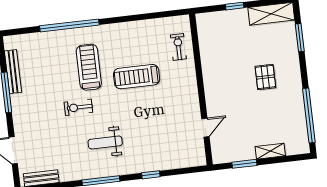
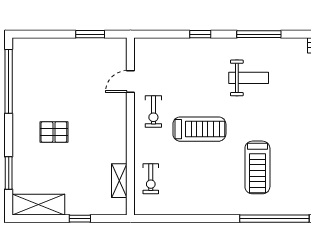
treadmill: (137, 77) -> (199, 129), moved
pallet: (265, 77) -> (54, 132), turned 90
exercise bike: (78, 107) -> (153, 112), moved, turned 90
shelving: (270, 151) -> (119, 181), moved, turned 90

